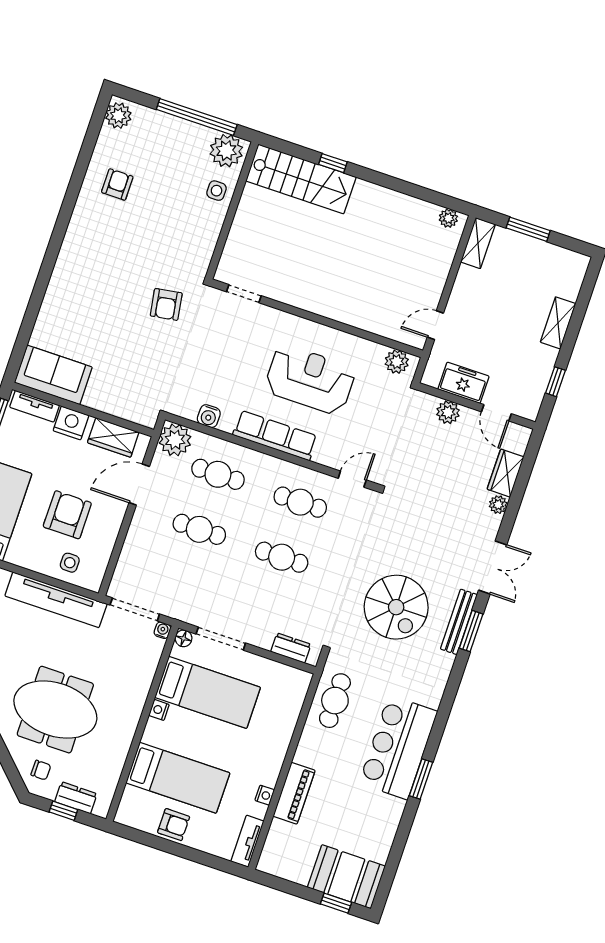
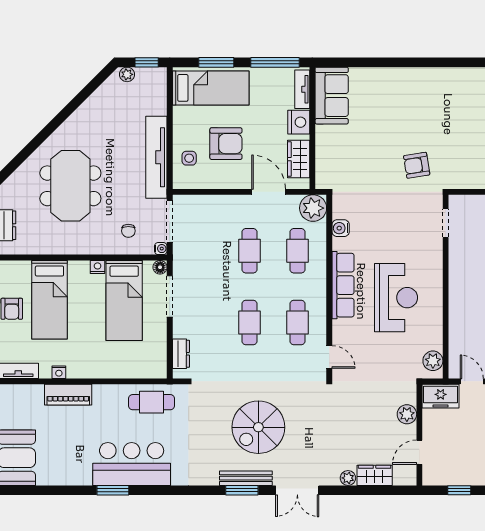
freezer: (463, 383) -> (441, 396), moved, turned 90
spiral stairs: (396, 607) -> (258, 427), moved
chair: (41, 770) -> (128, 231), moved

